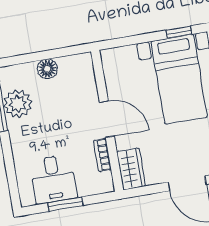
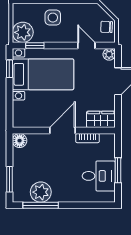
window: (28, 58) -> (9, 179), added
floor lamp: (47, 69) -> (20, 141), moved

